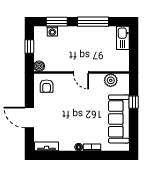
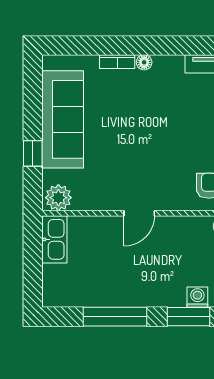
kitchen sink: (123, 38) -> (54, 239), moved
door: (81, 73) -> (139, 213), swing flipped
plant: (111, 80) -> (58, 198), moved

